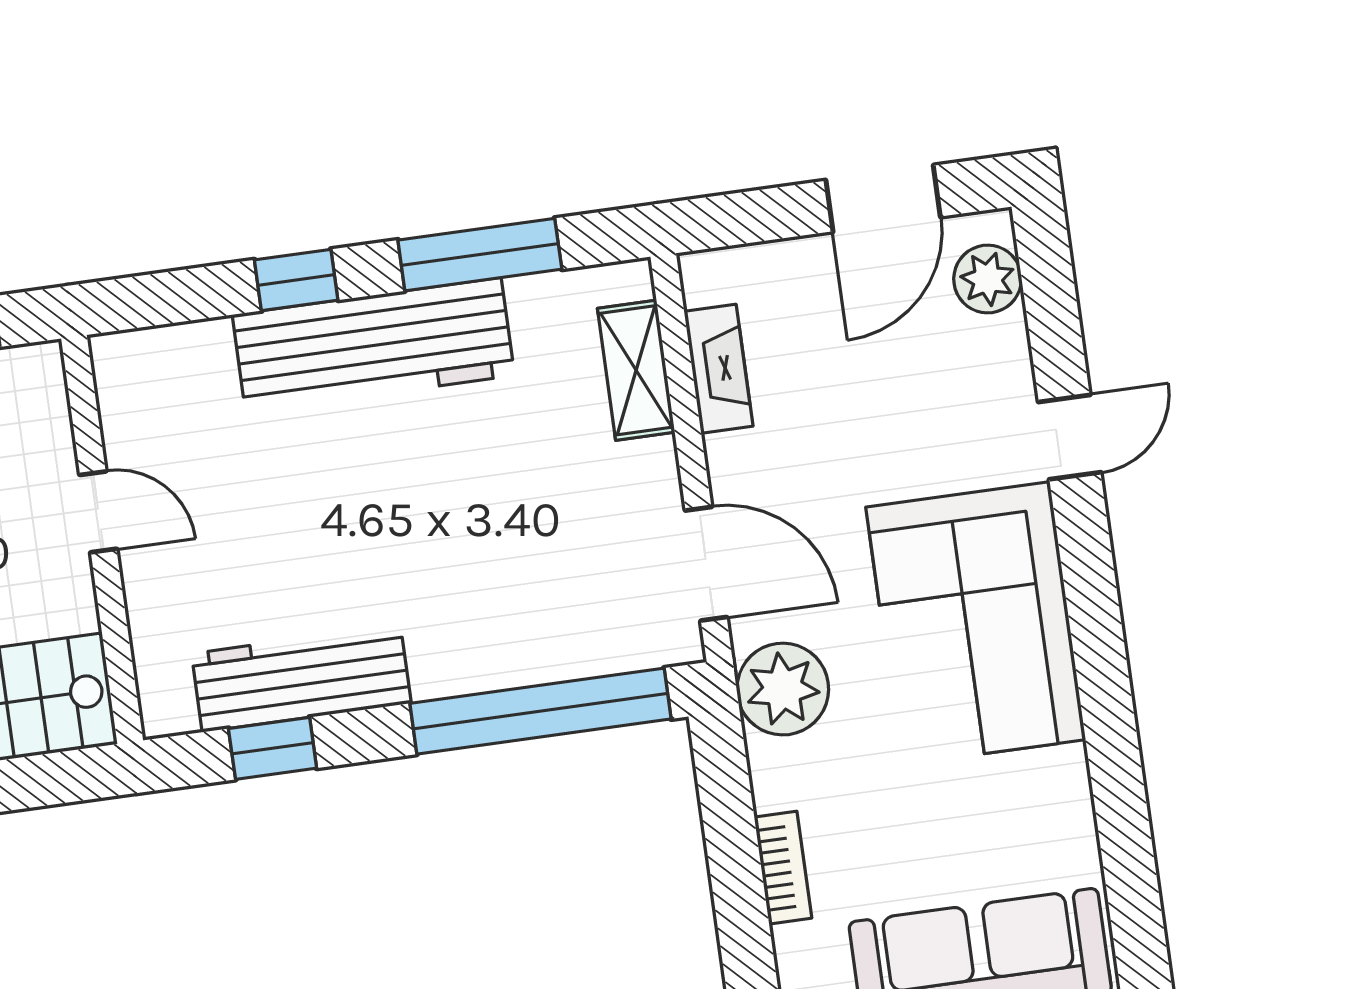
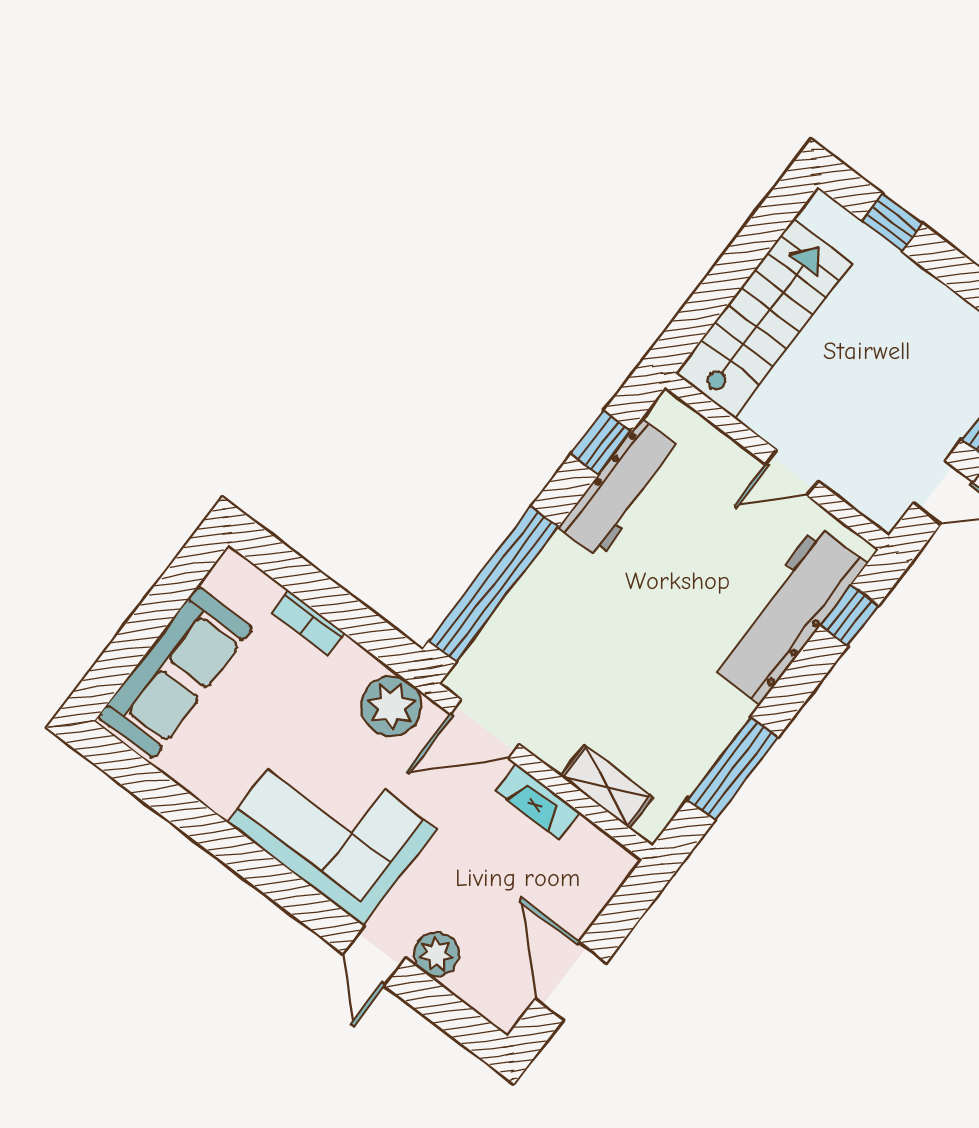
plant: (988, 279) -> (436, 954), moved
window: (296, 280) -> (850, 615), moved
workbench: (373, 345) -> (788, 615), moved
fireplace: (719, 369) -> (538, 802), moved

